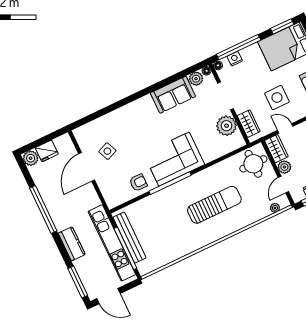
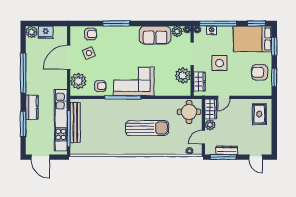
side table: (277, 98) -> (220, 63), moved
window: (123, 102) -> (116, 23), added
armchair: (99, 128) -> (91, 34), added
door: (285, 128) -> (224, 97), swing flipped
plant: (110, 189) -> (78, 81), added
window: (78, 282) -> (23, 124), moved

